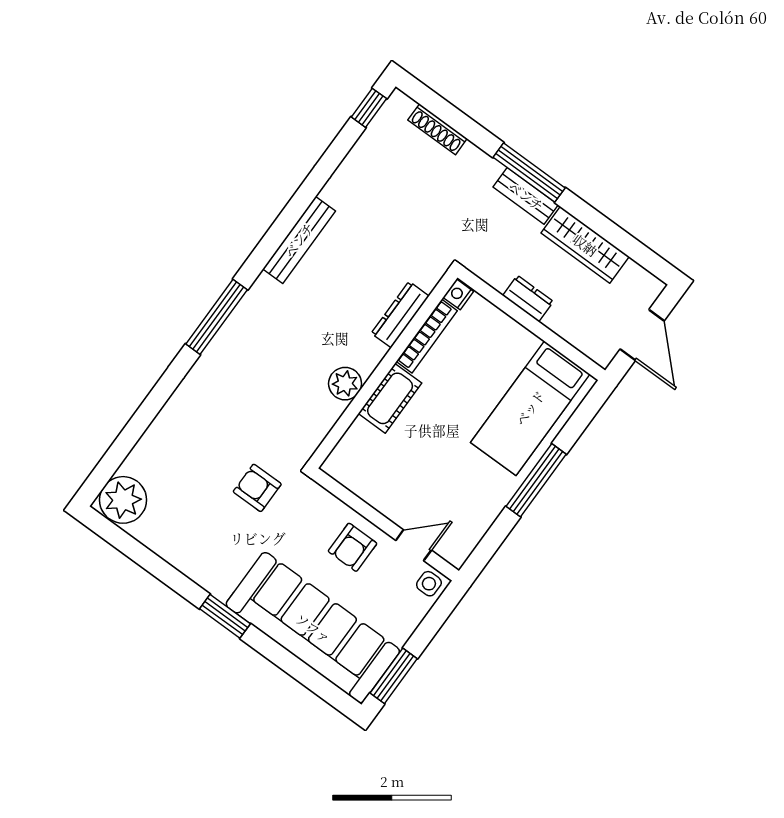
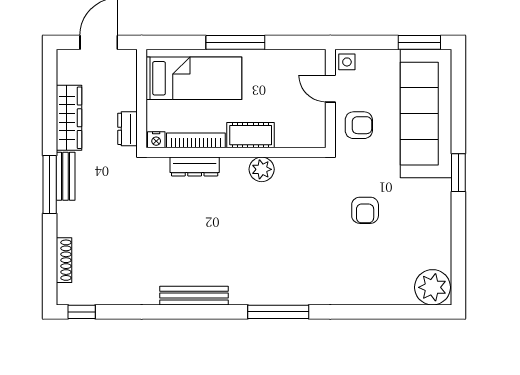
nightstand: (458, 294) -> (156, 140), moved
dresser: (400, 315) -> (195, 166), moved
bookcase: (427, 336) -> (196, 140), moved
wall: (383, 369) -> (236, 152), moved
plant: (345, 384) -> (262, 169), moved
cot: (390, 398) -> (251, 135), moved

